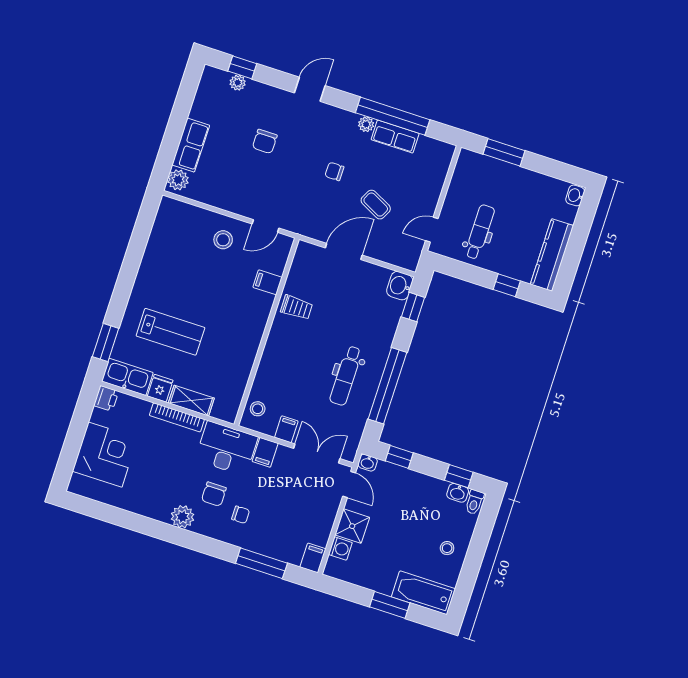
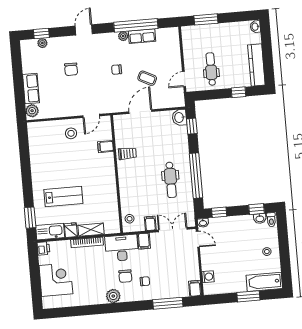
shower: (352, 526) -> (209, 262), removed

